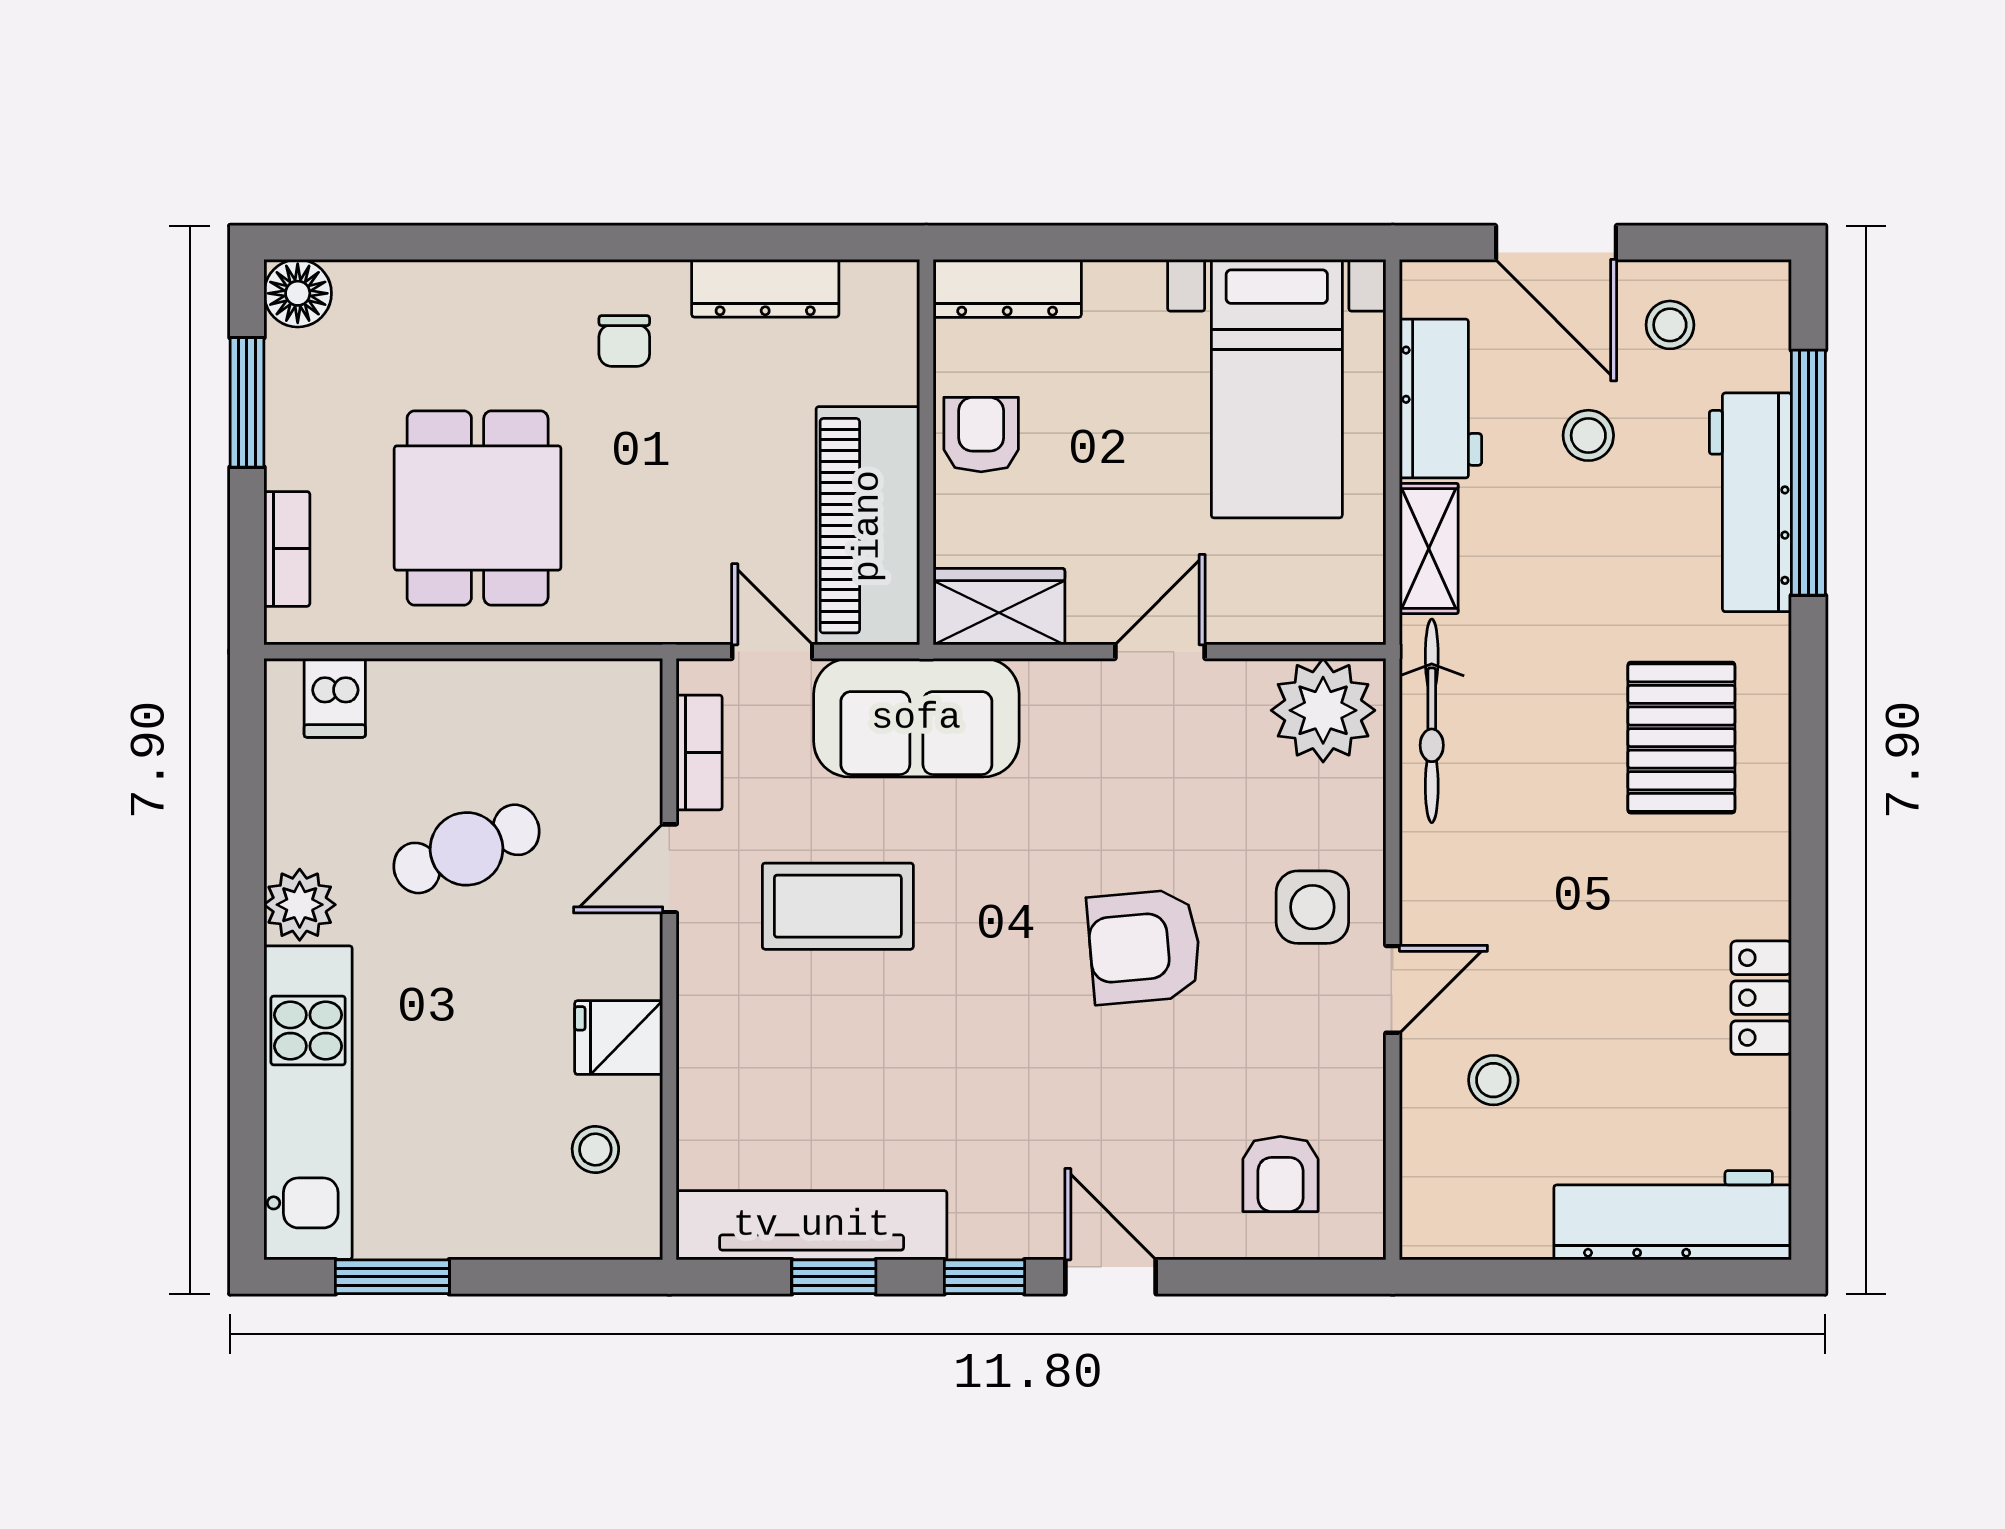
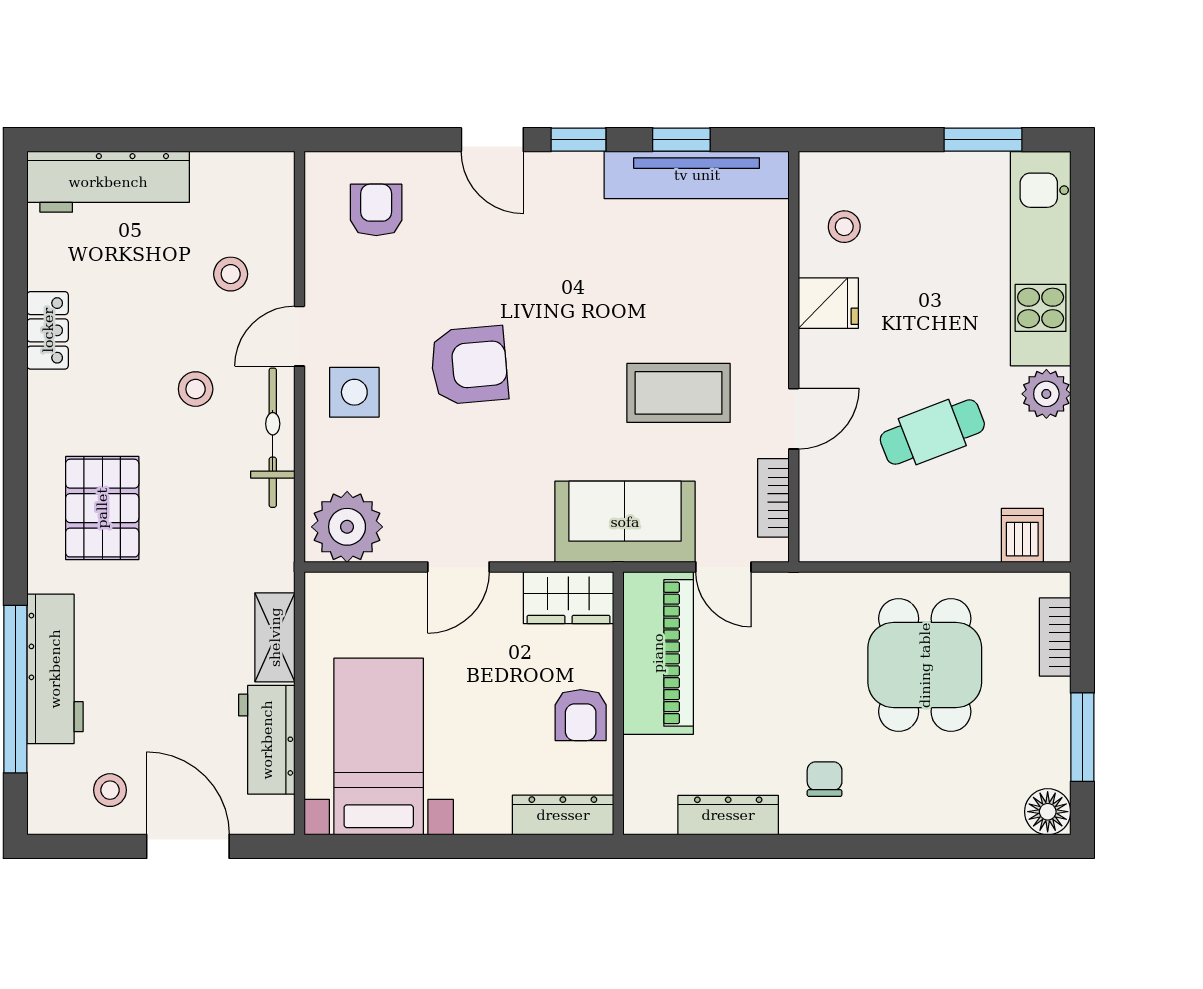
stool: (1588, 435) -> (196, 389), moved
bicycle: (1432, 721) -> (273, 438), moved

